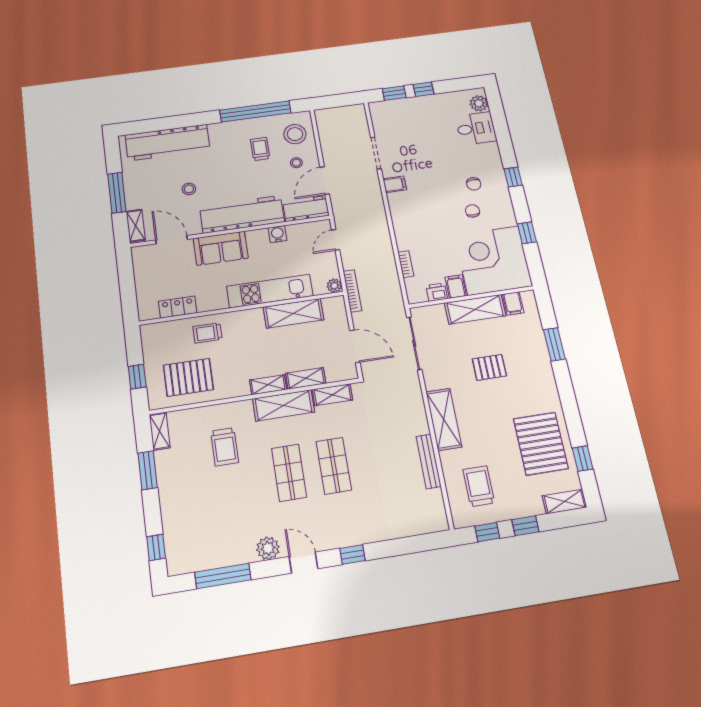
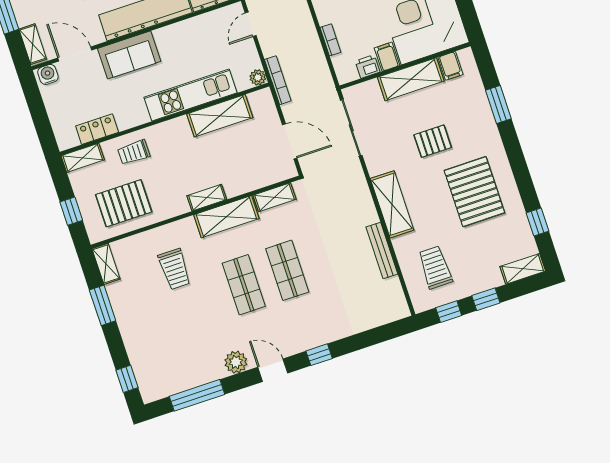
water cooler: (277, 234) -> (48, 74), moved
shelving: (306, 378) -> (83, 158), moved
pallet: (541, 444) -> (474, 192), moved

